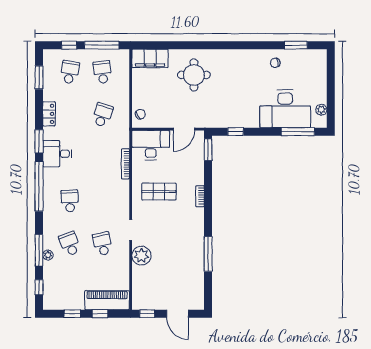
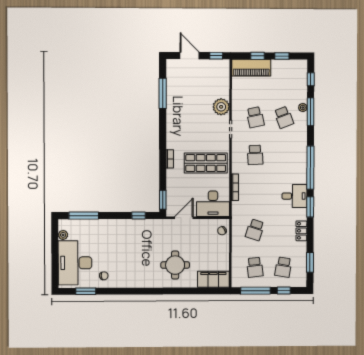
desk: (285, 109) -> (75, 263), moved, turned -90
shop shelf: (159, 192) -> (206, 163), width x1.43, depth x1.36
school desk: (70, 201) -> (255, 155), moved
window: (208, 254) -> (163, 93), moved

